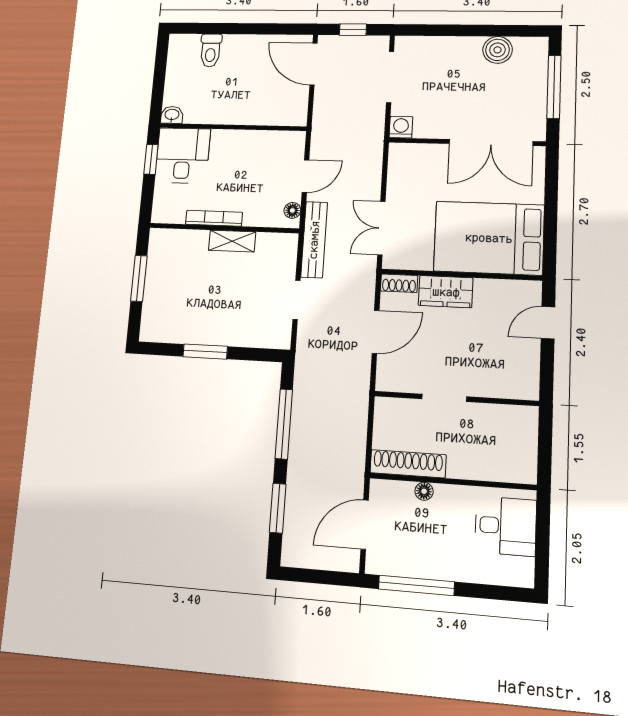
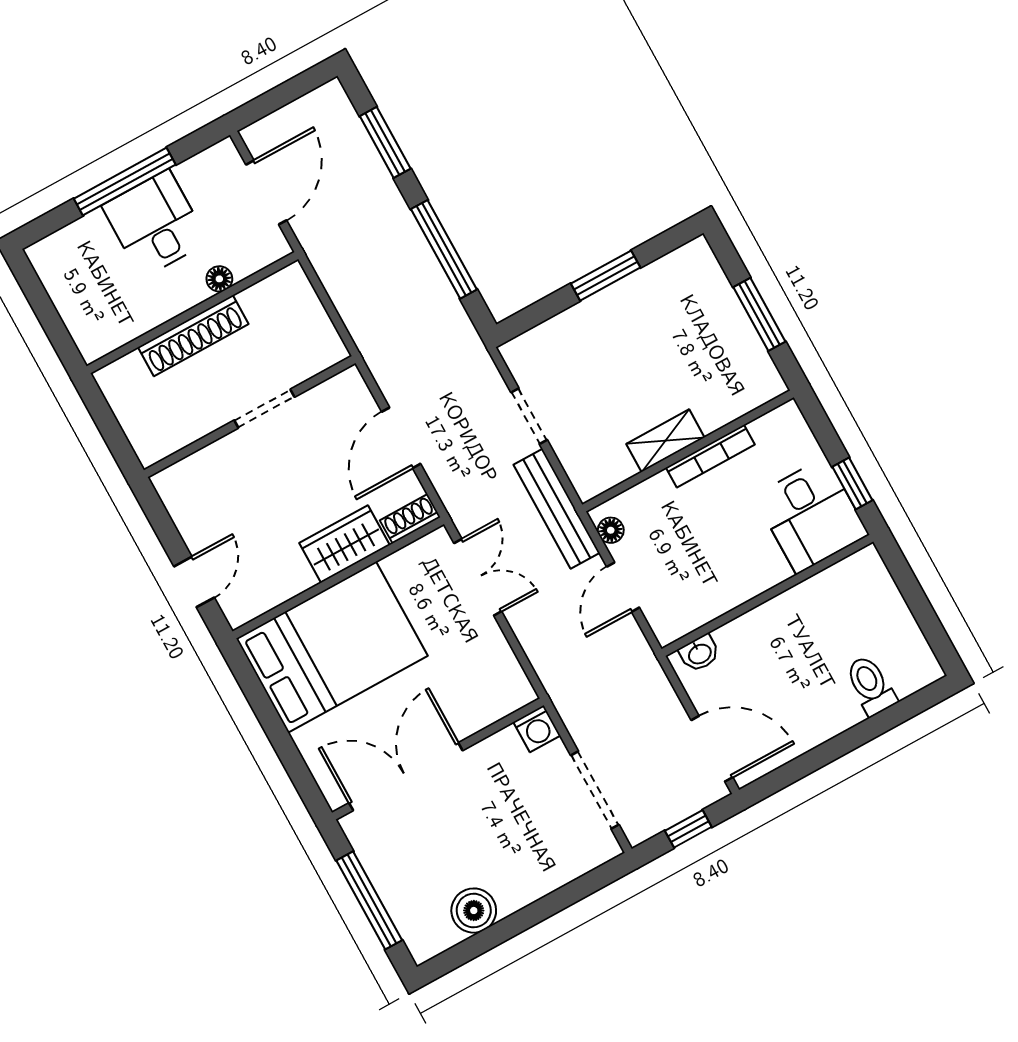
washbasin: (172, 115) -> (699, 653), moved
shoe rack: (408, 464) -> (193, 336), moved
desk: (506, 526) -> (155, 224), moved, turned 90
window: (416, 585) -> (125, 182), moved

